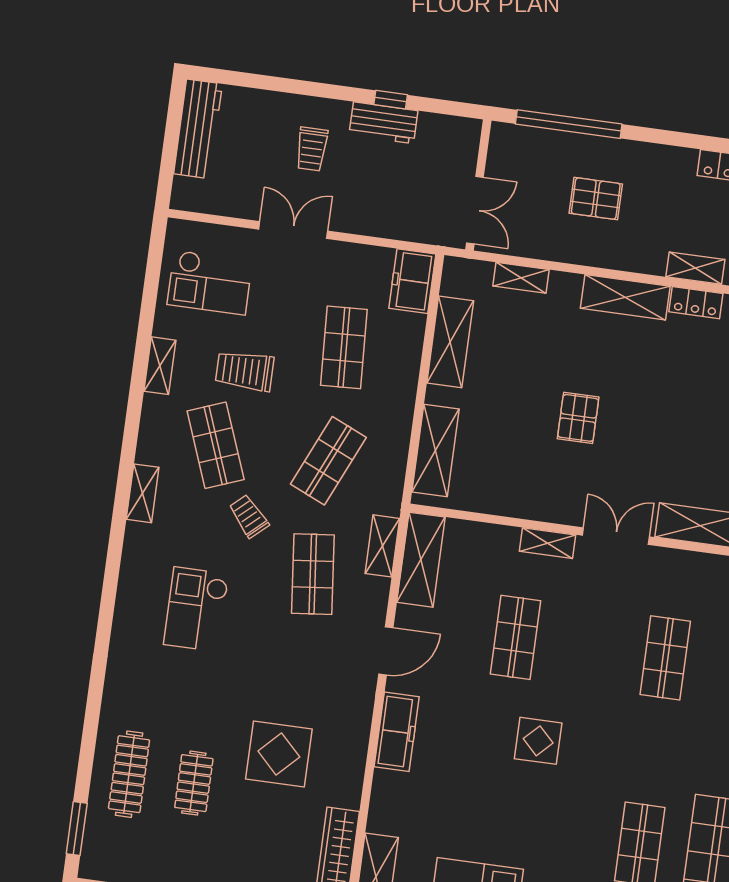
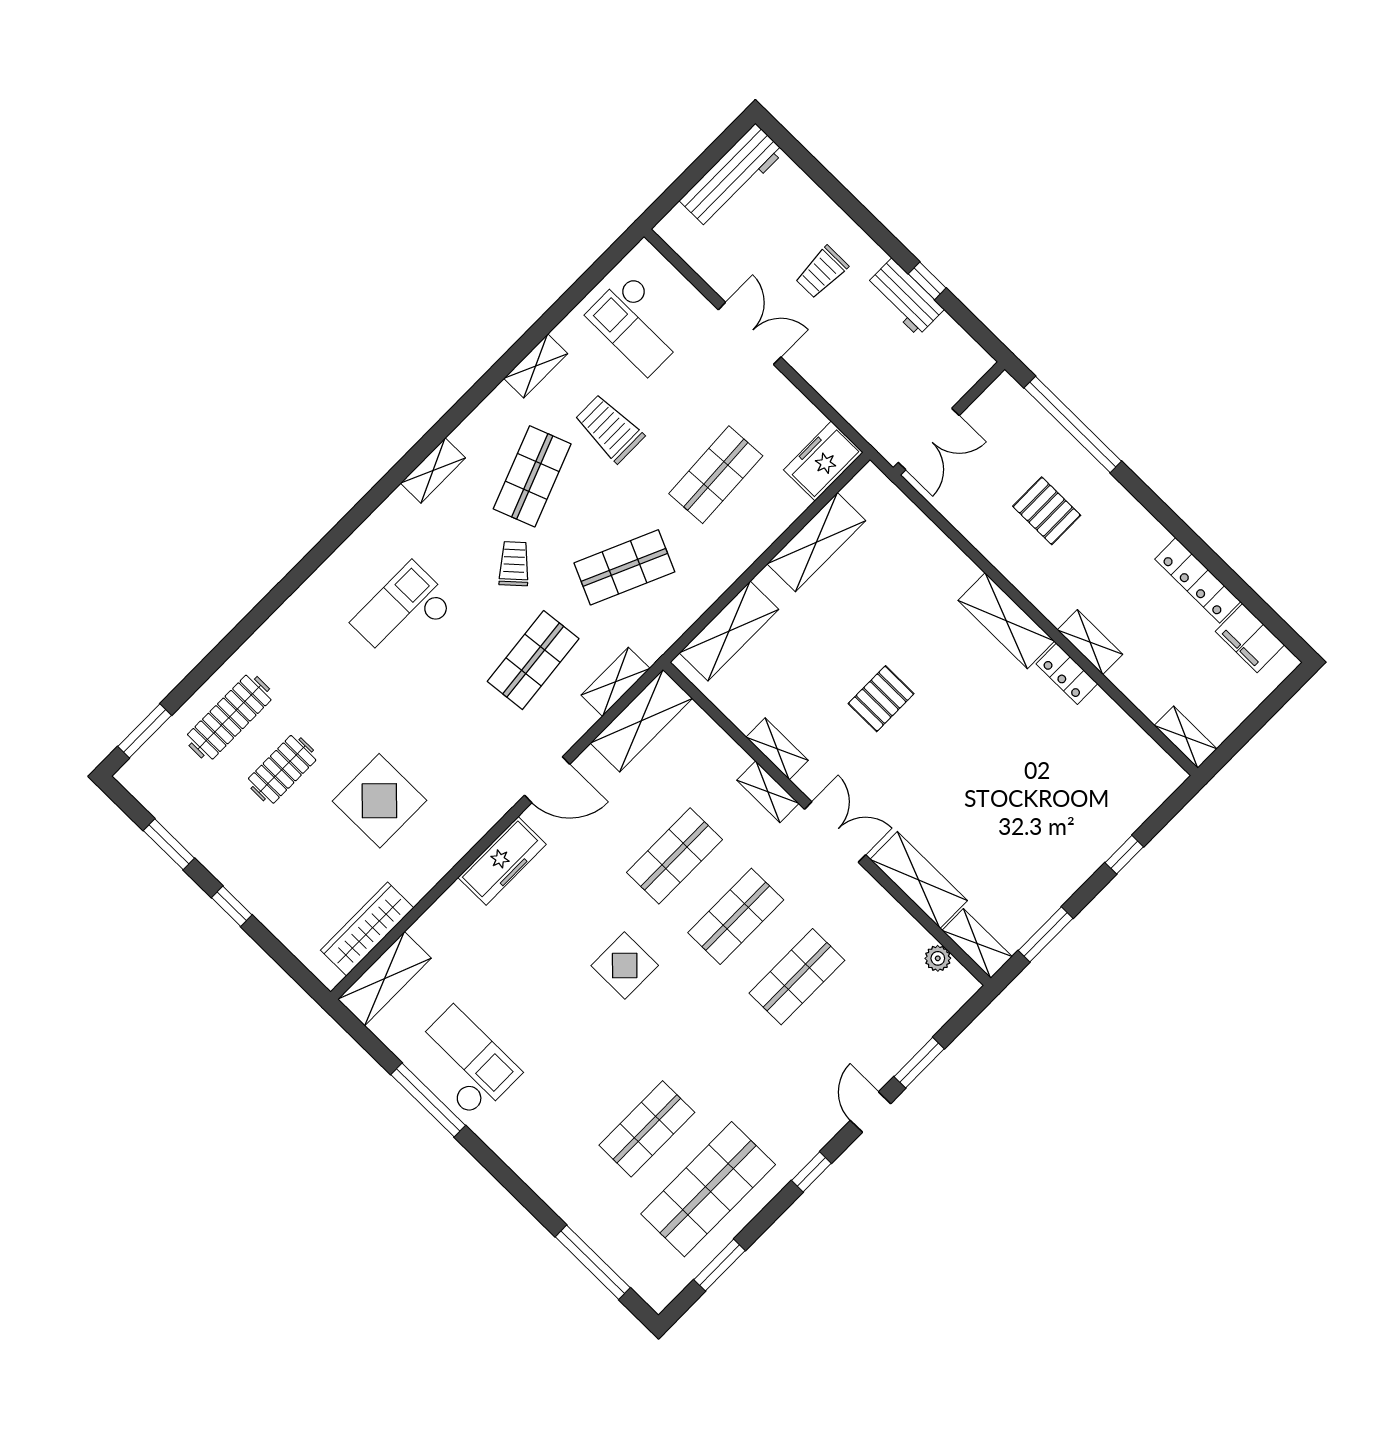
shelving: (521, 278) -> (777, 749), moved
shop shelf: (590, 648) -> (736, 916), added

